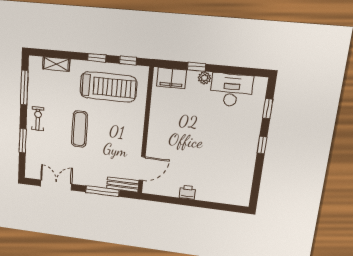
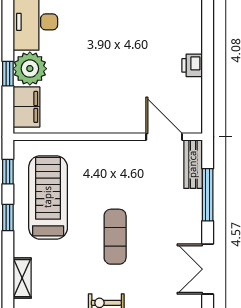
plant: (205, 78) -> (30, 69), width x1.88, depth x1.88
exercise mat: (80, 129) -> (115, 237), turned 90

